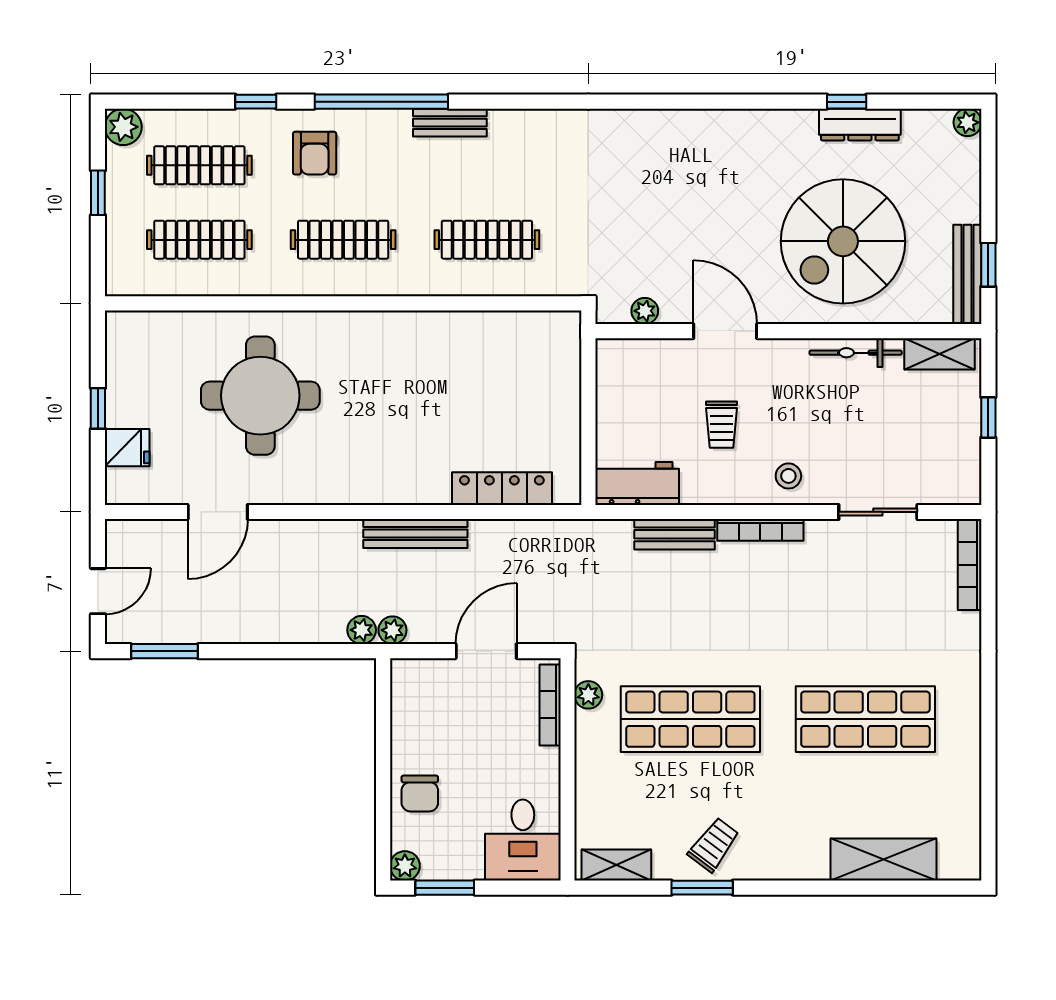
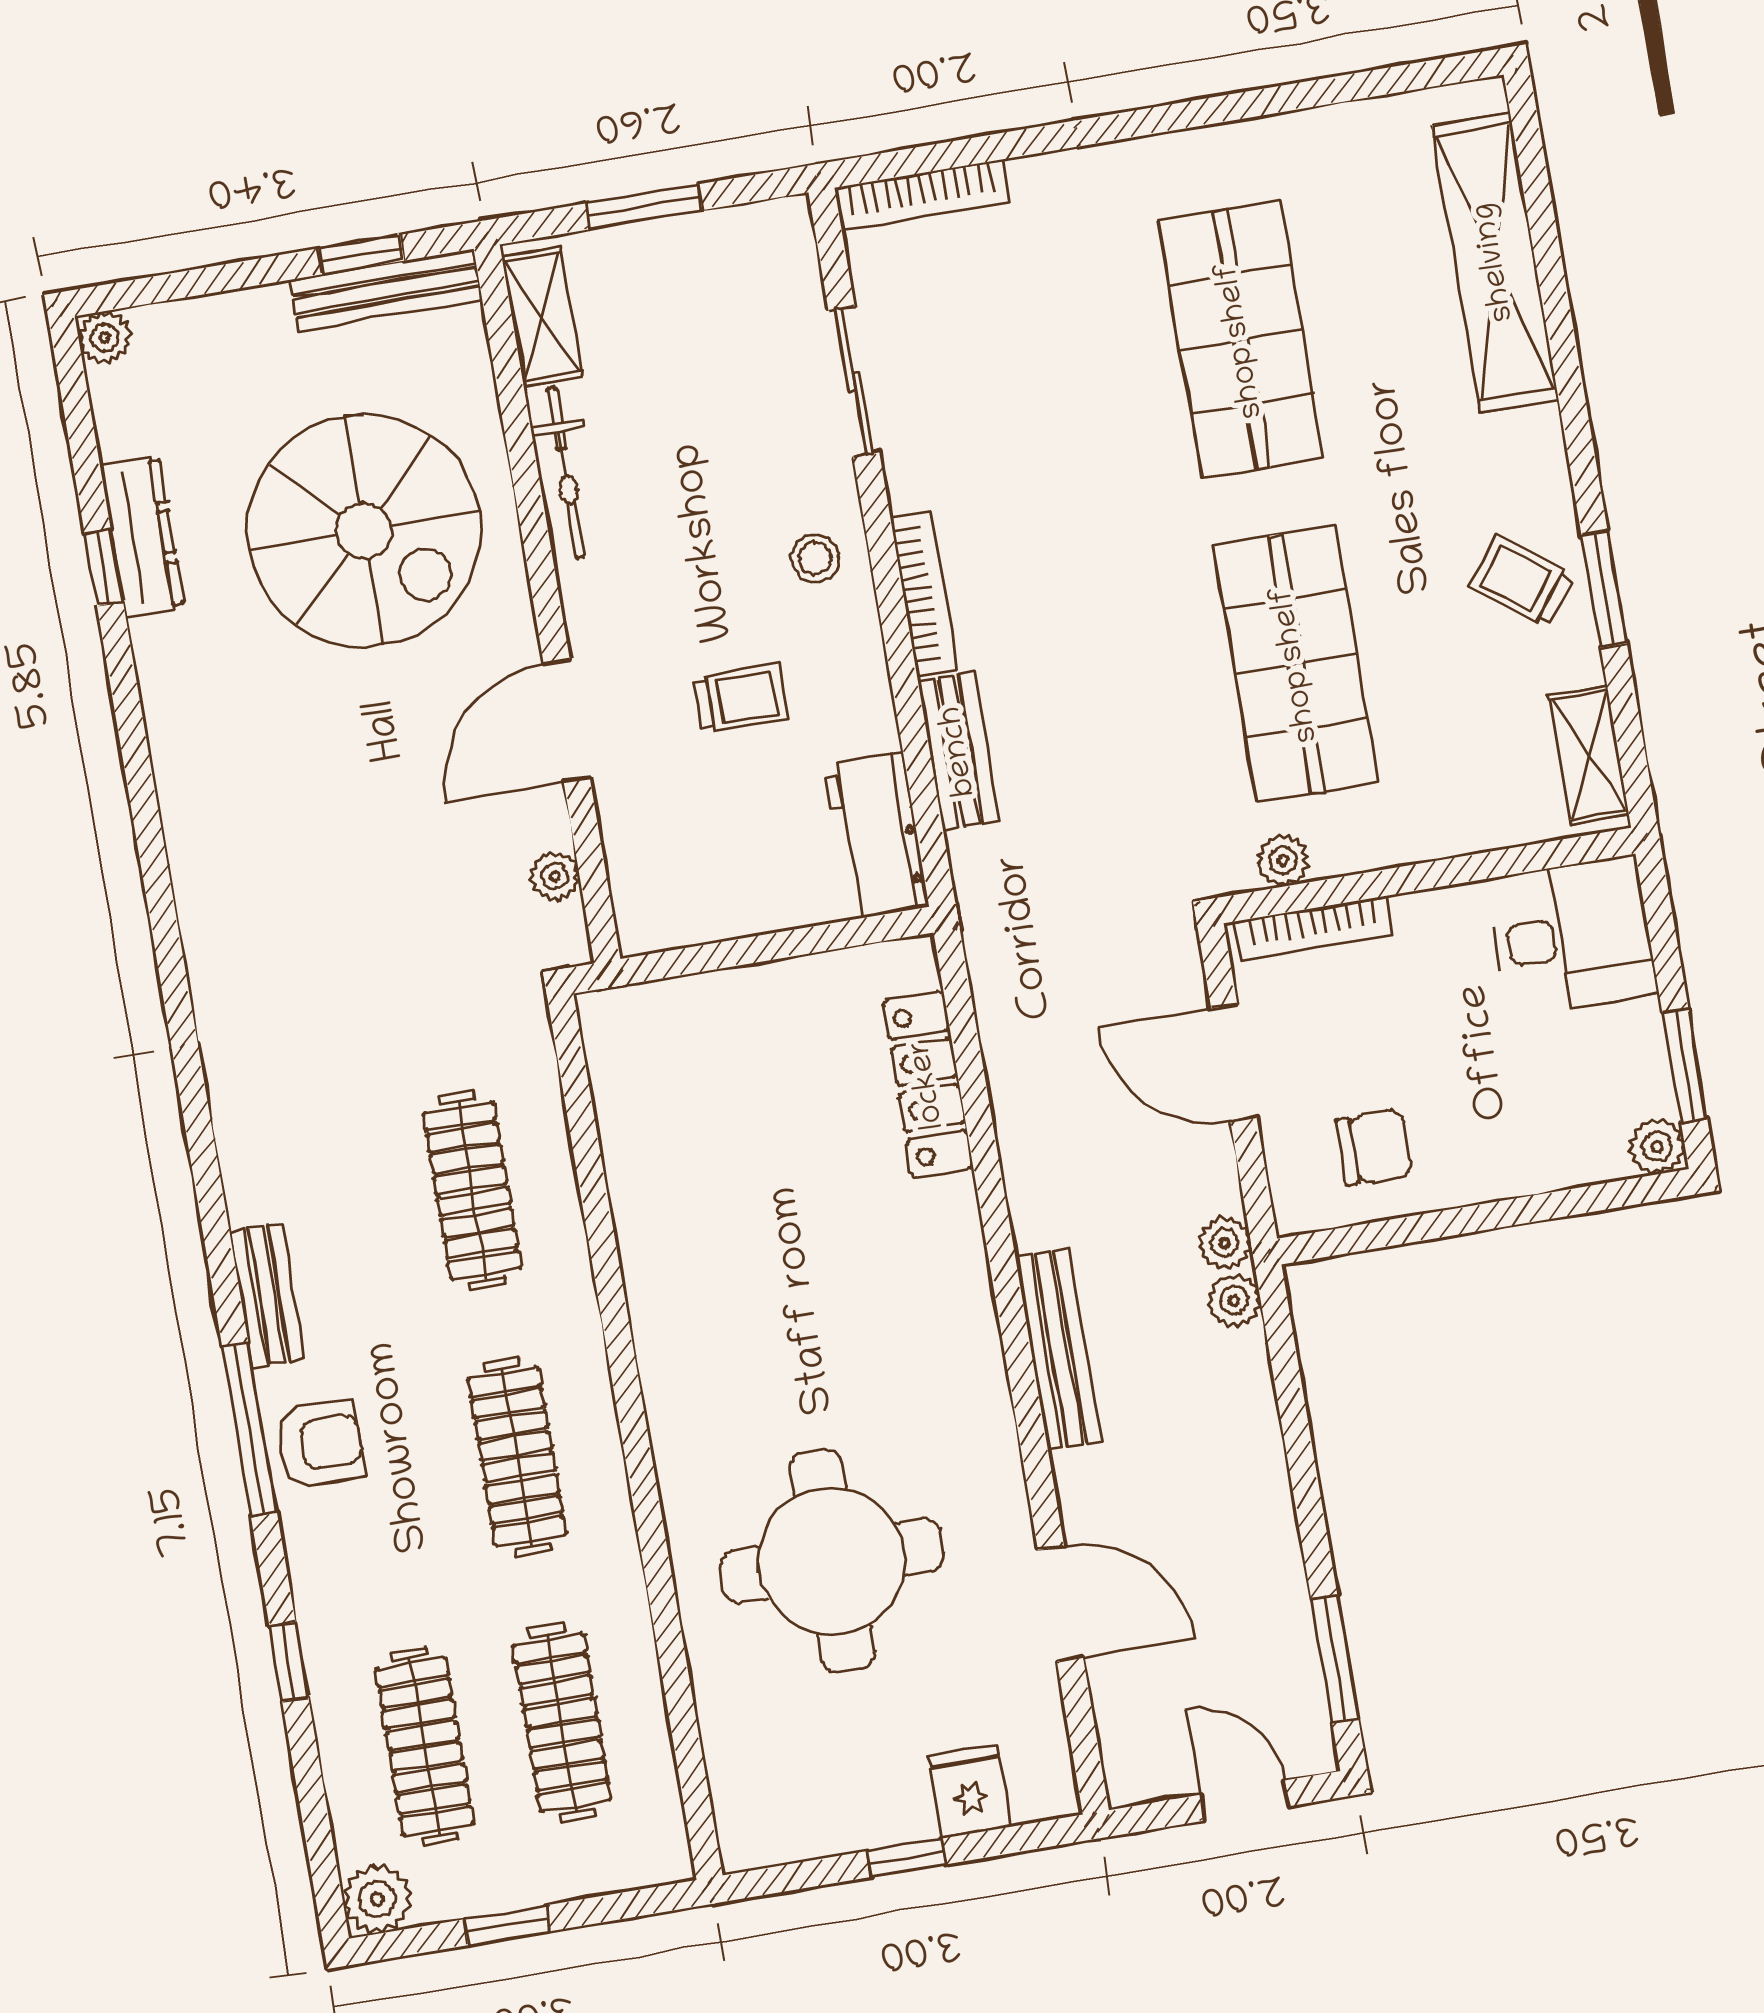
window: (381, 102) -> (250, 1429), width x0.68
armchair: (315, 153) -> (320, 1444), moved
window: (988, 417) -> (644, 207), width x1.50
bench: (415, 534) -> (1058, 1349), moved
chair: (420, 793) -> (1374, 1147), moved
shelving: (883, 859) -> (1495, 262), width x1.47

